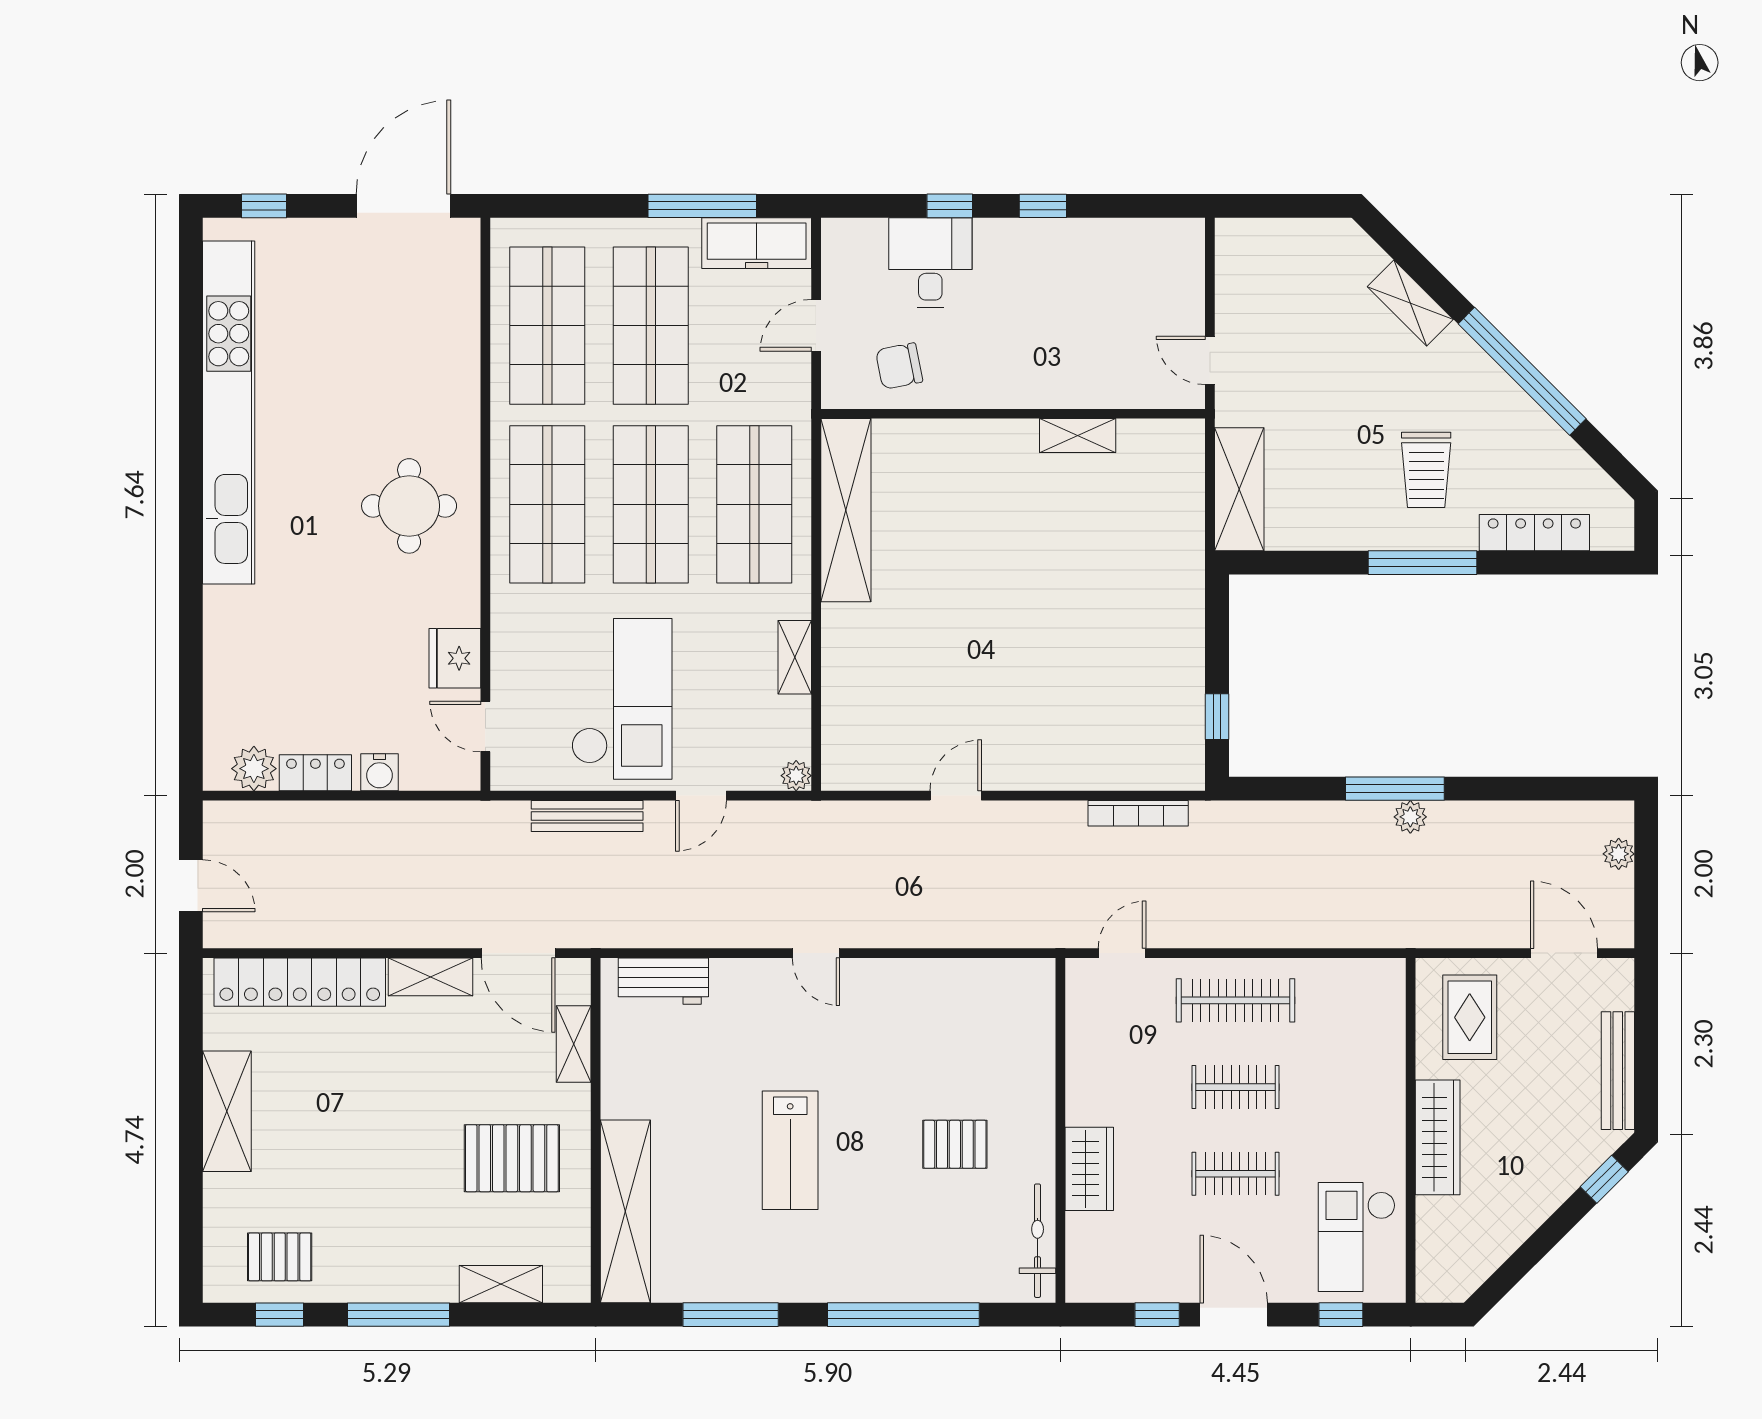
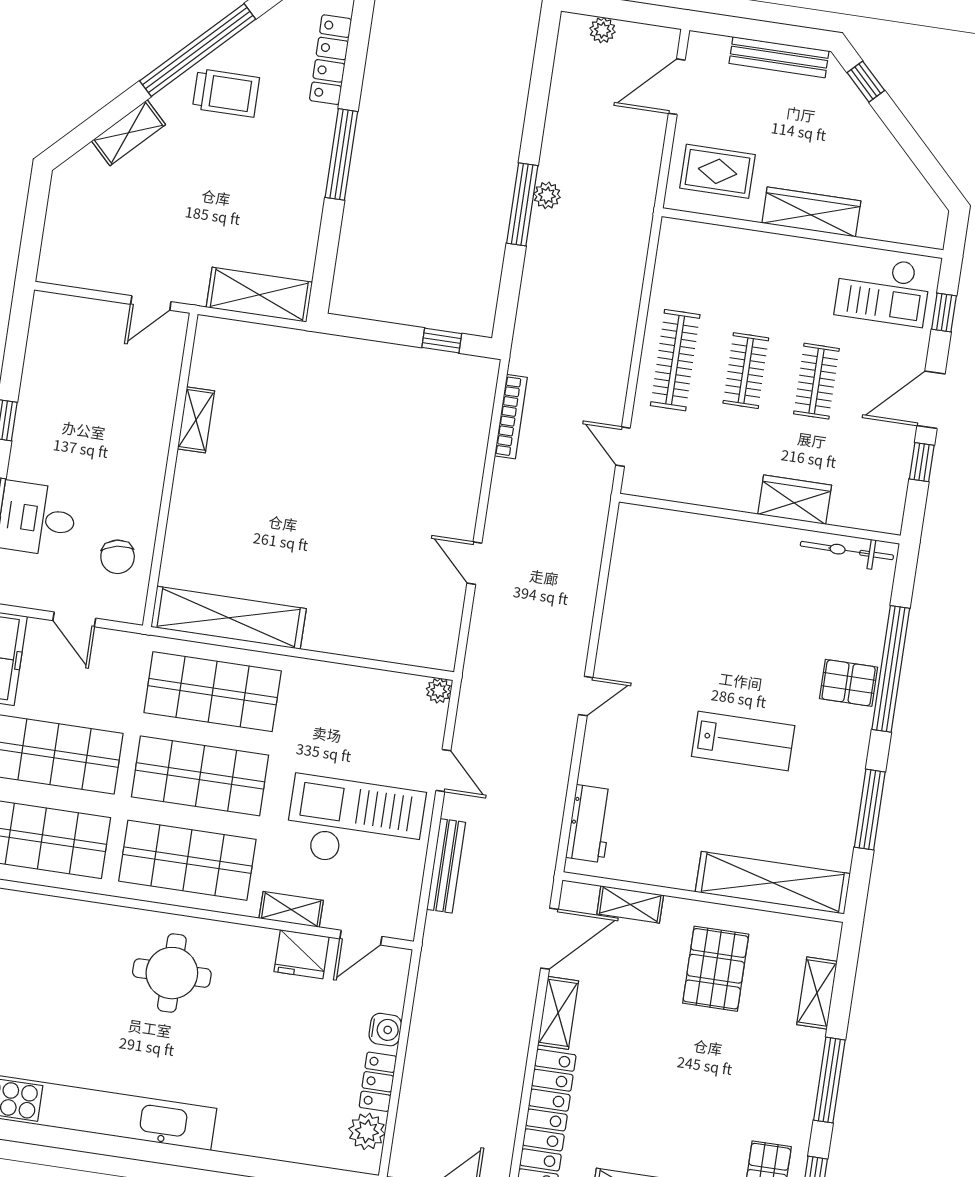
trolley: (1426, 470) -> (226, 93), moved
shelving: (795, 657) -> (291, 909), moved
pallet: (955, 1144) -> (849, 683), moved, turned 90

